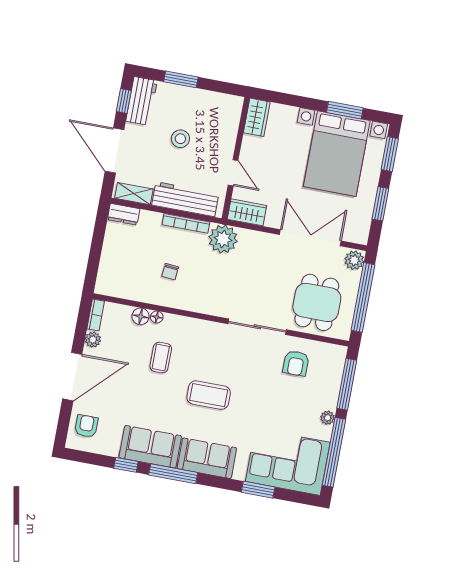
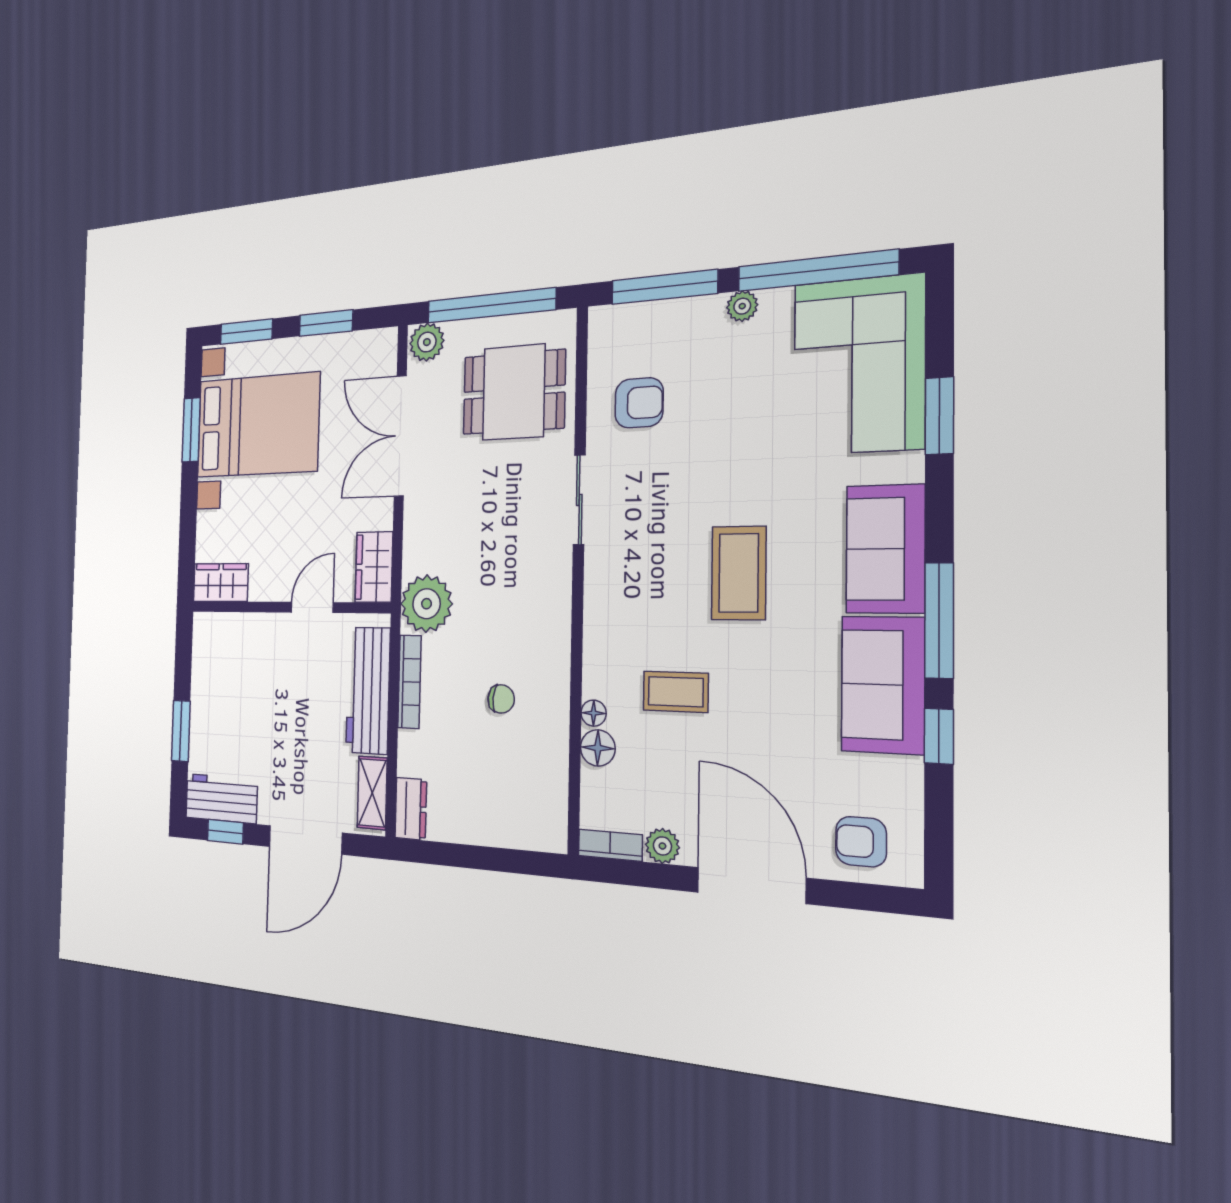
stool: (180, 139) -> (271, 717), removed
sliding door: (257, 327) -> (579, 500), width x0.73

